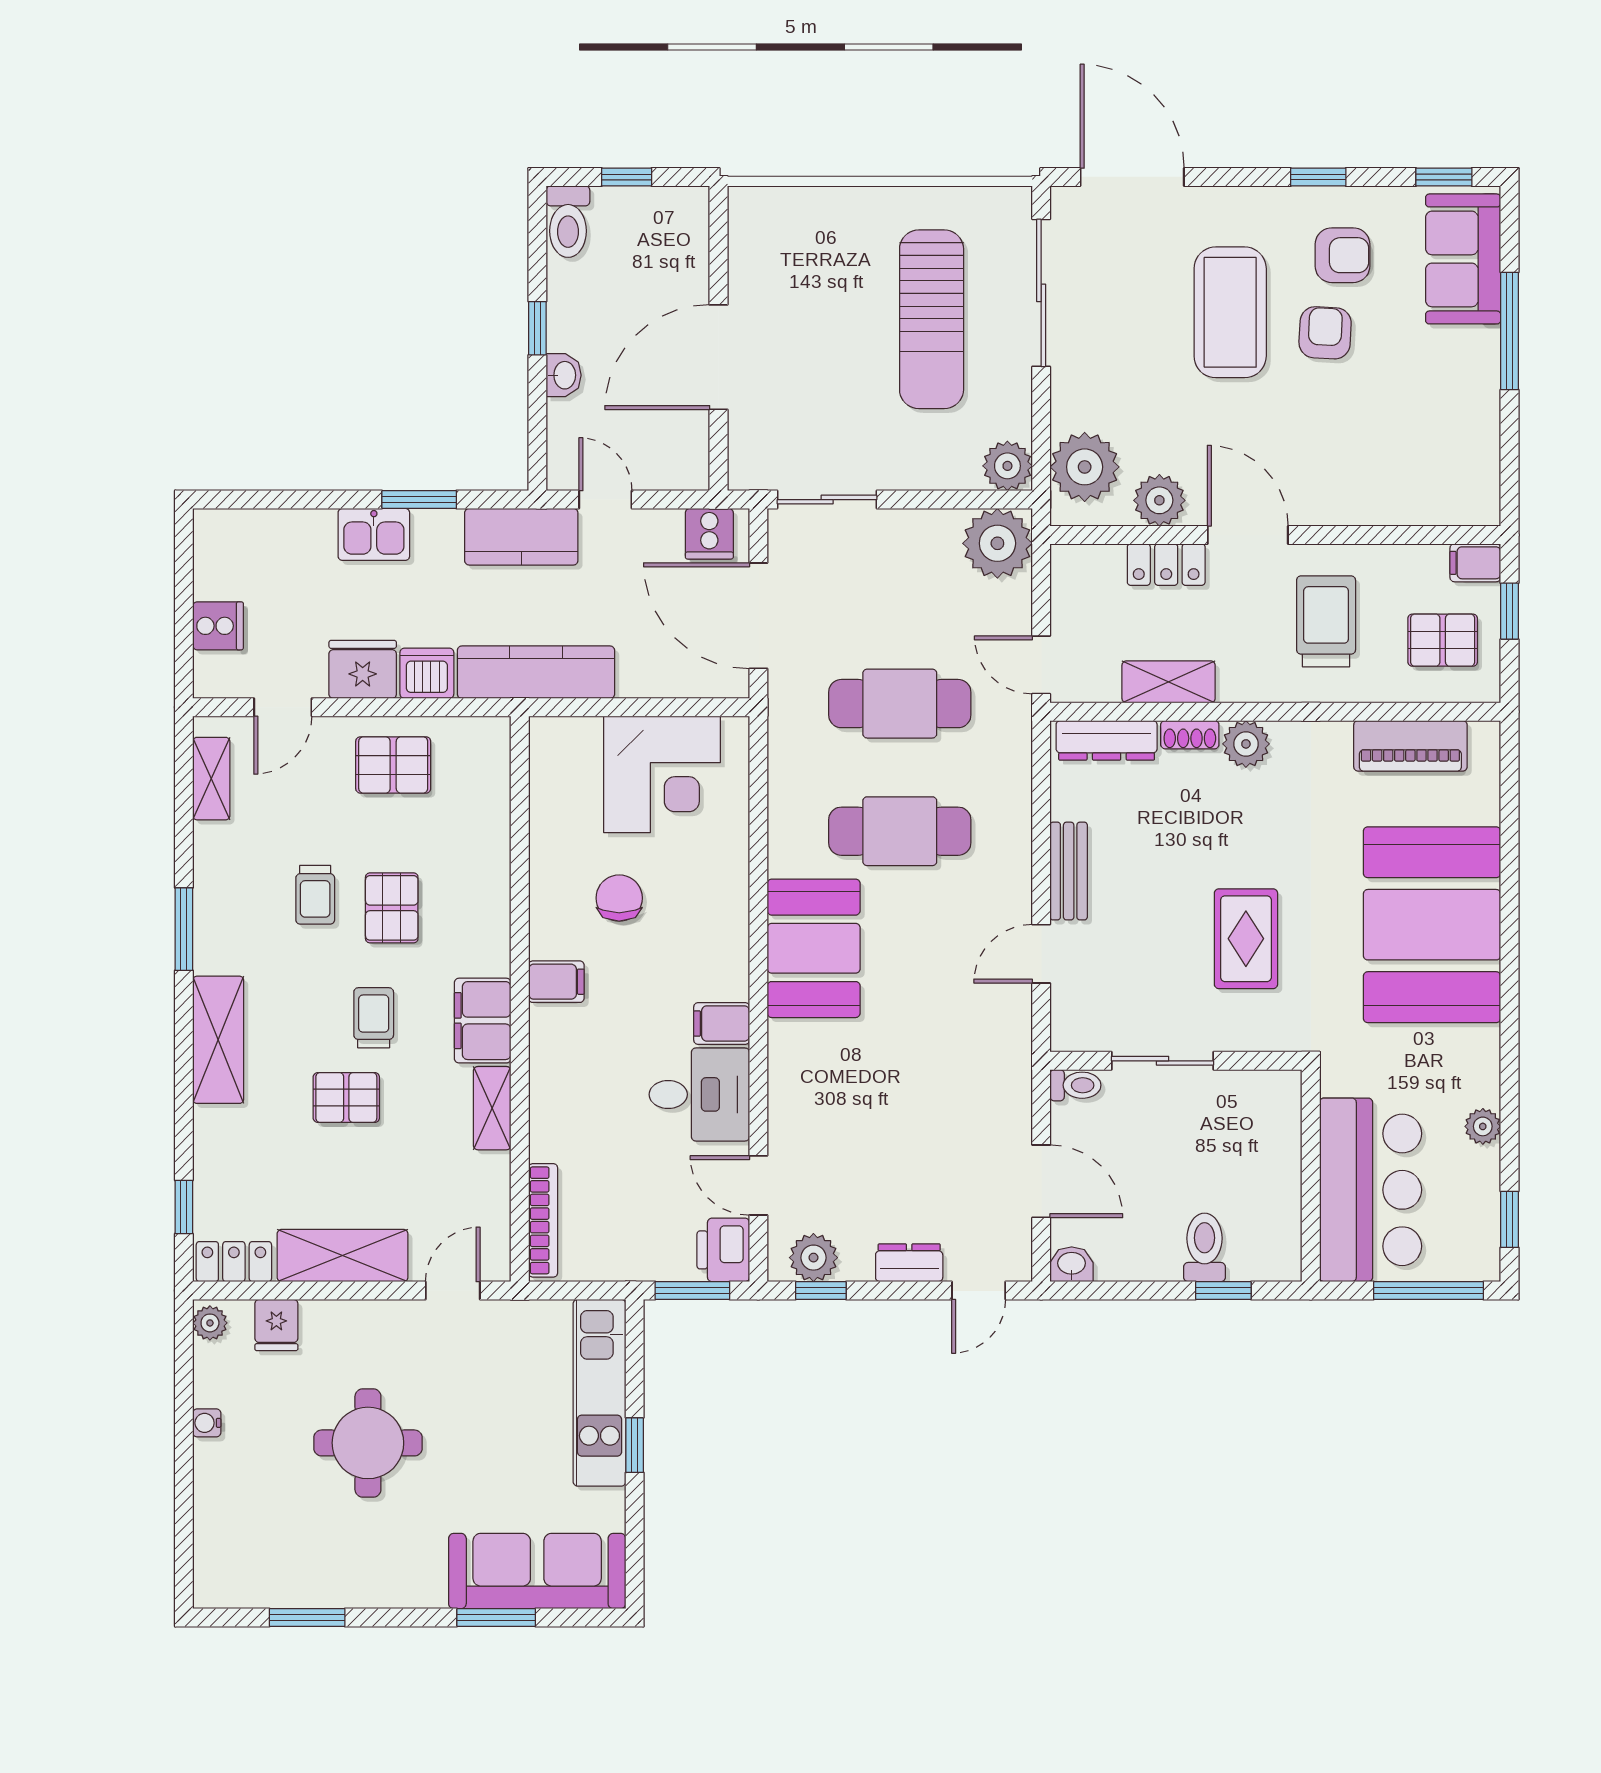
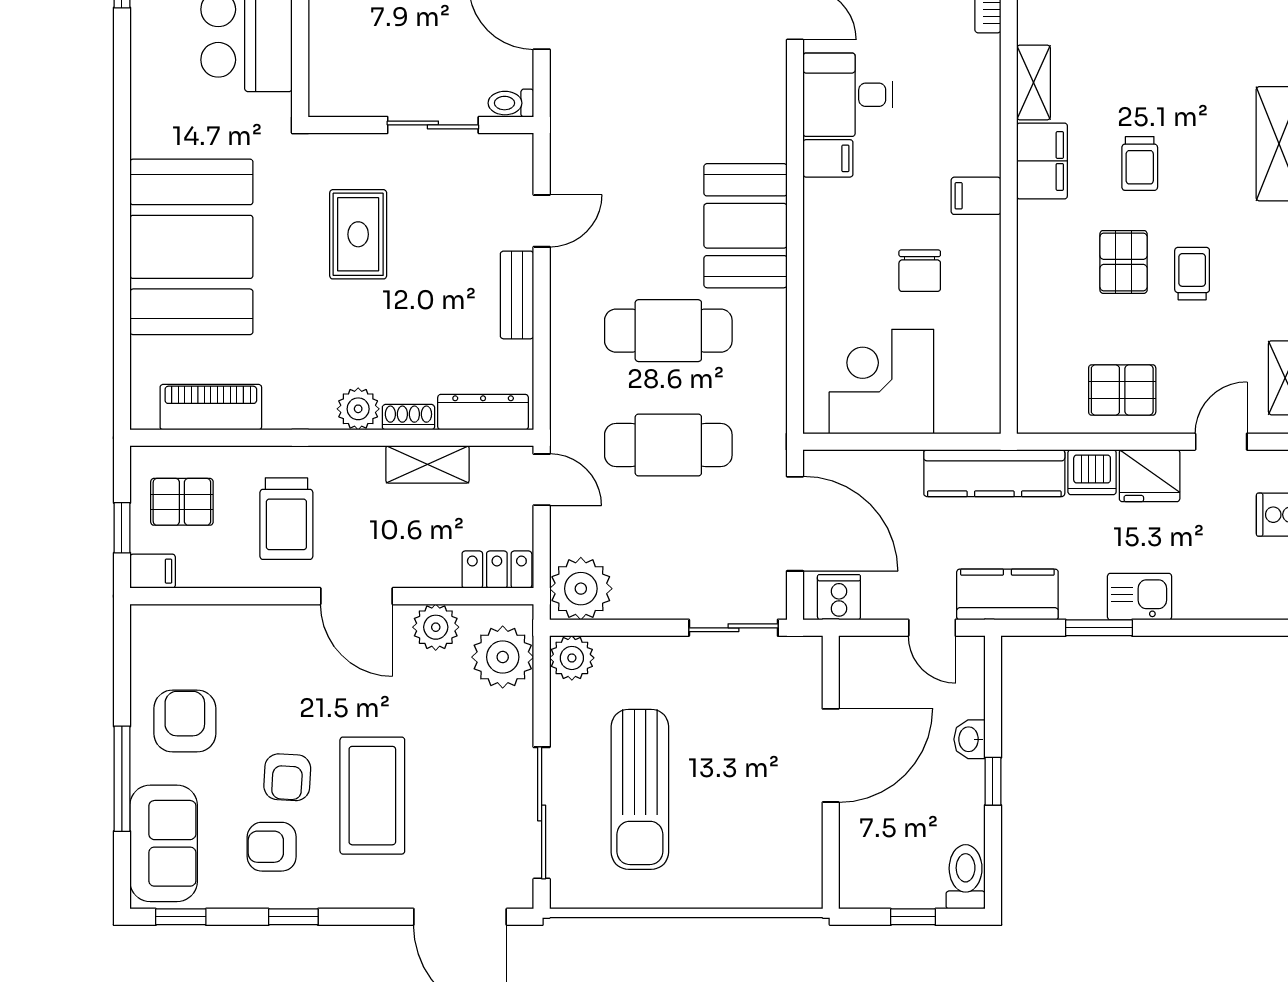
sun lounger: (932, 319) -> (640, 789), turned 180
armchair: (1439, 396) -> (185, 721), added
locker: (1166, 565) -> (497, 570), moved
pallet: (346, 1097) -> (1164, 92), removed
plant: (1483, 1126) -> (146, 66), removed

